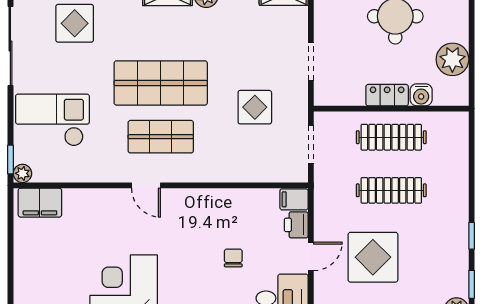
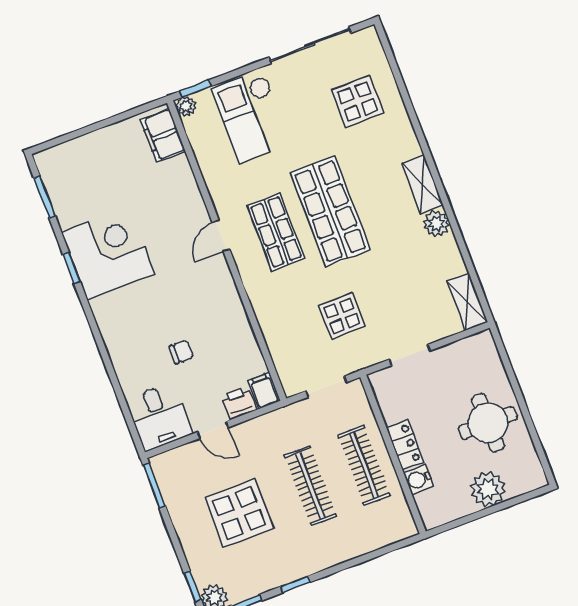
plant: (452, 59) -> (488, 489), moved
checkout: (52, 120) -> (251, 116), turned 180
display table: (373, 257) -> (239, 513), moved

